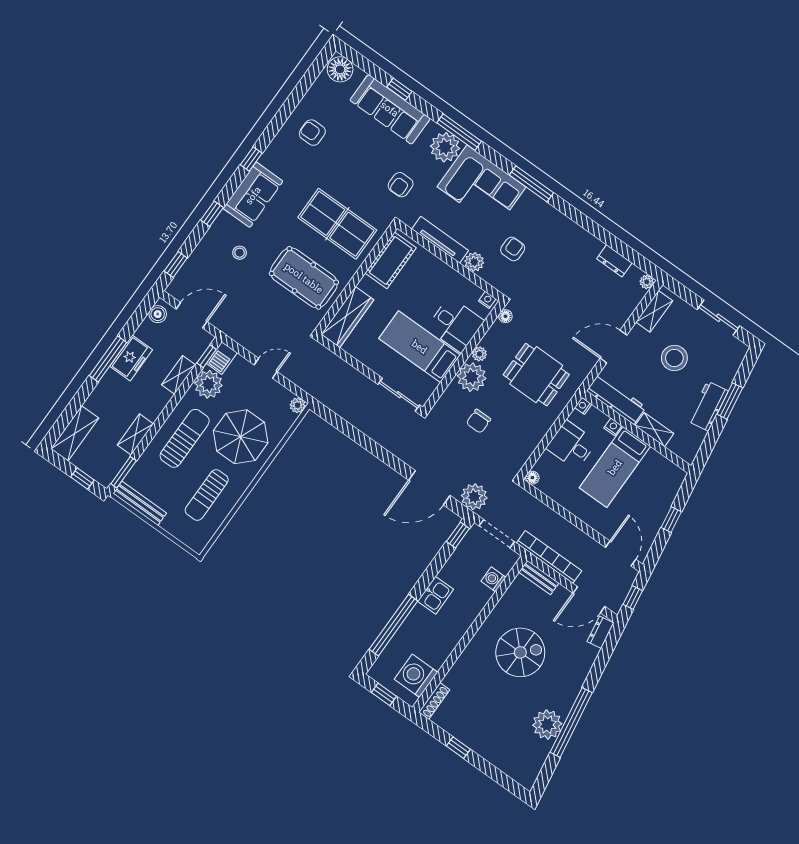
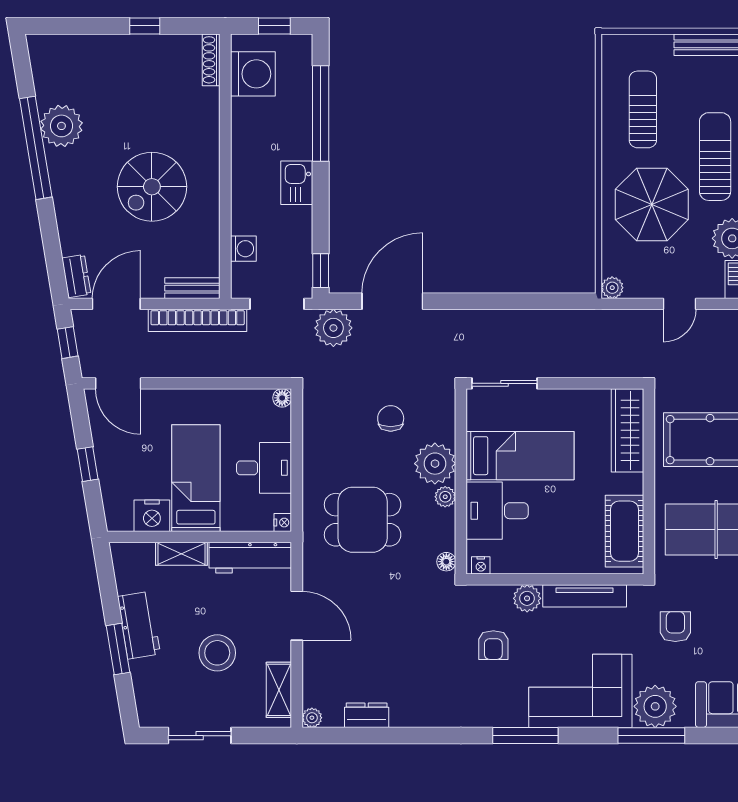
door: (613, 347) -> (297, 616), hinge flipped
nightstand: (613, 427) -> (152, 516), moved, width x1.89, depth x1.79
sun lounger: (185, 438) -> (715, 157), turned 180

